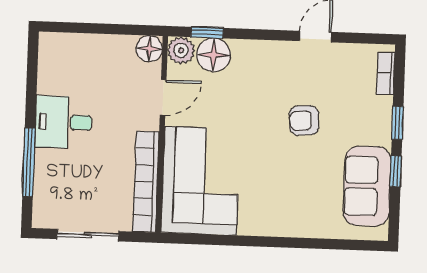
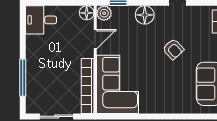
floor lamp: (214, 55) -> (145, 15), moved
armchair: (304, 120) -> (173, 49), turned -129
desk: (64, 122) -> (41, 20), moved

